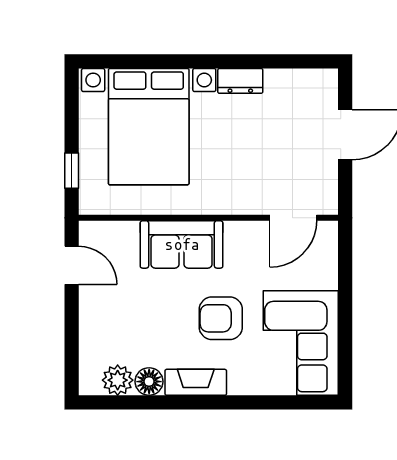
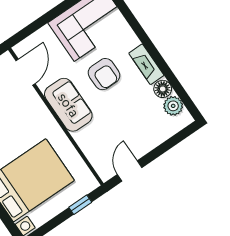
door: (293, 218) -> (26, 72), hinge flipped
sofa: (182, 244) -> (68, 105), moved

